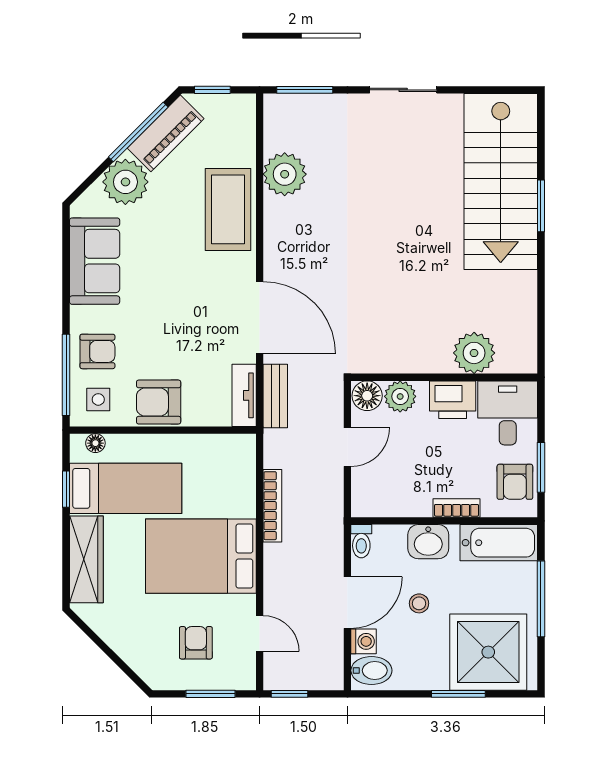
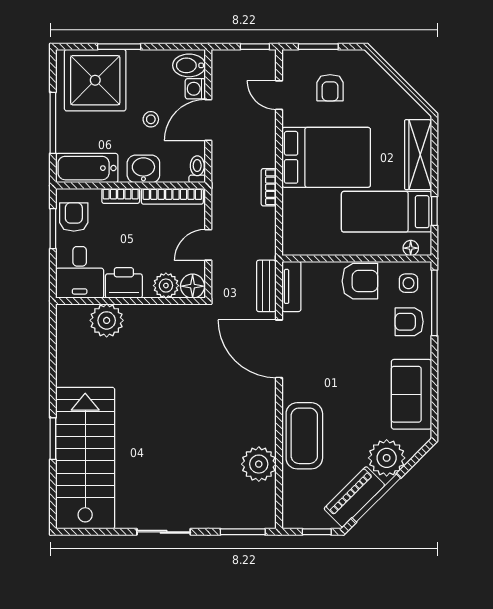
bookcase: (272, 506) -> (269, 187), width x0.64
bookcase: (392, 508) -> (172, 196), added

